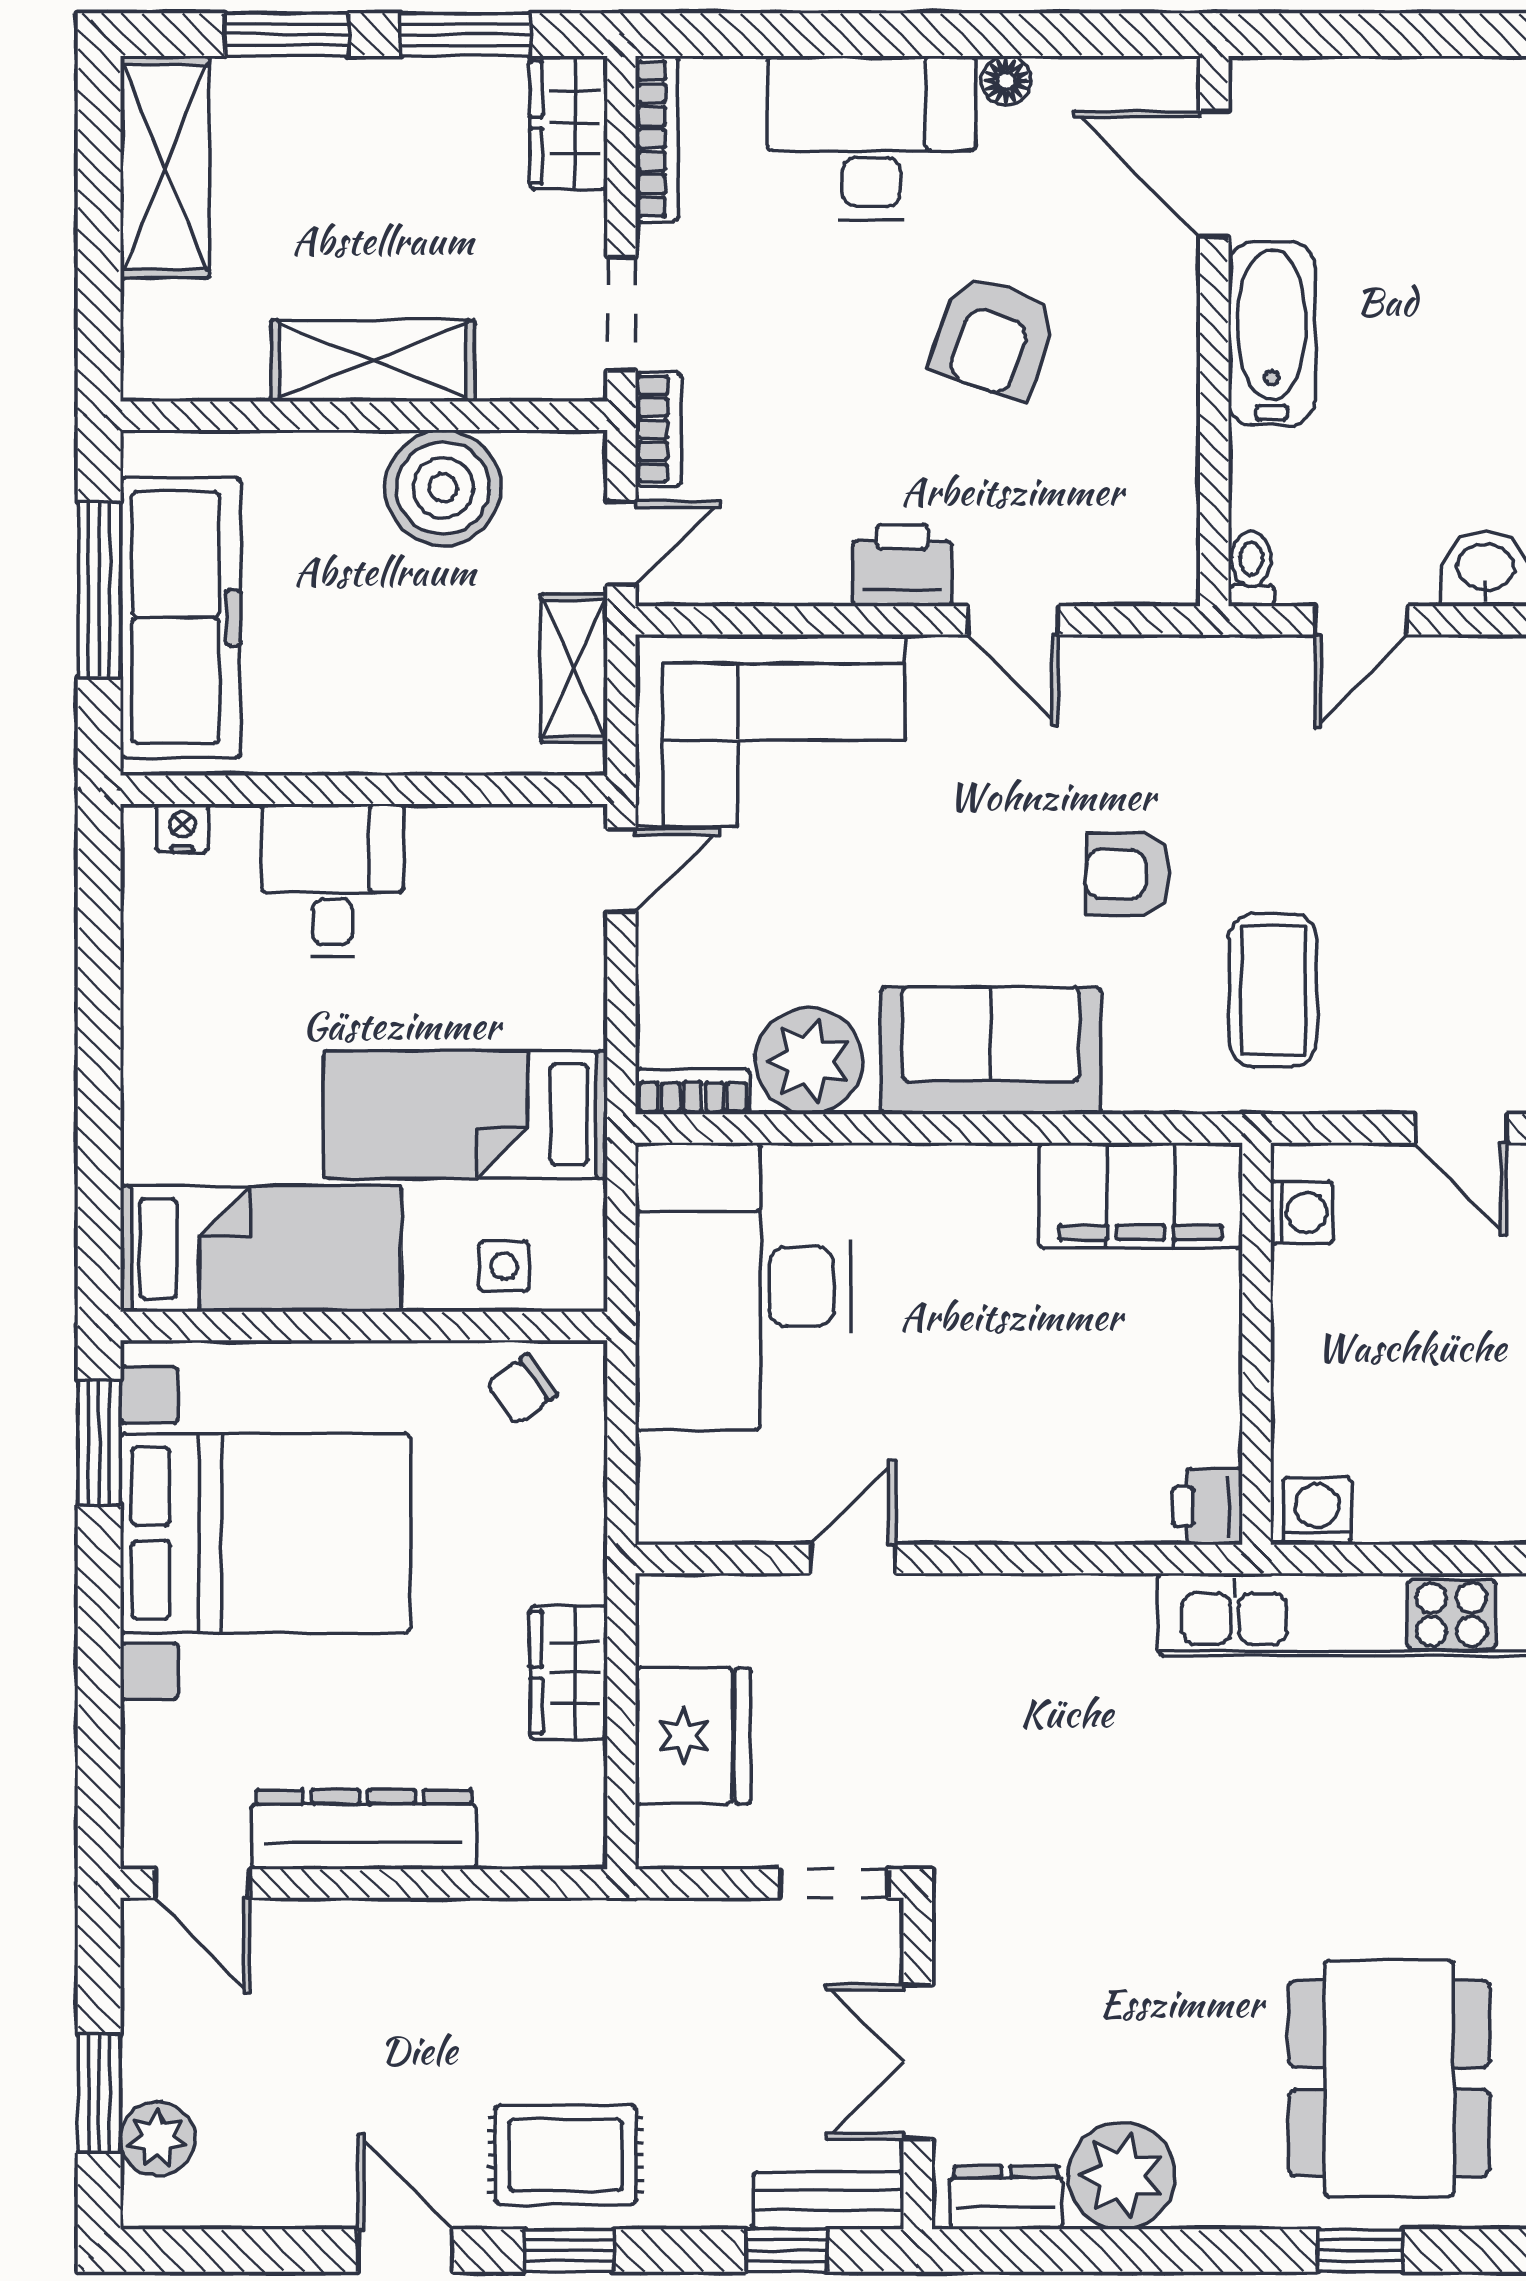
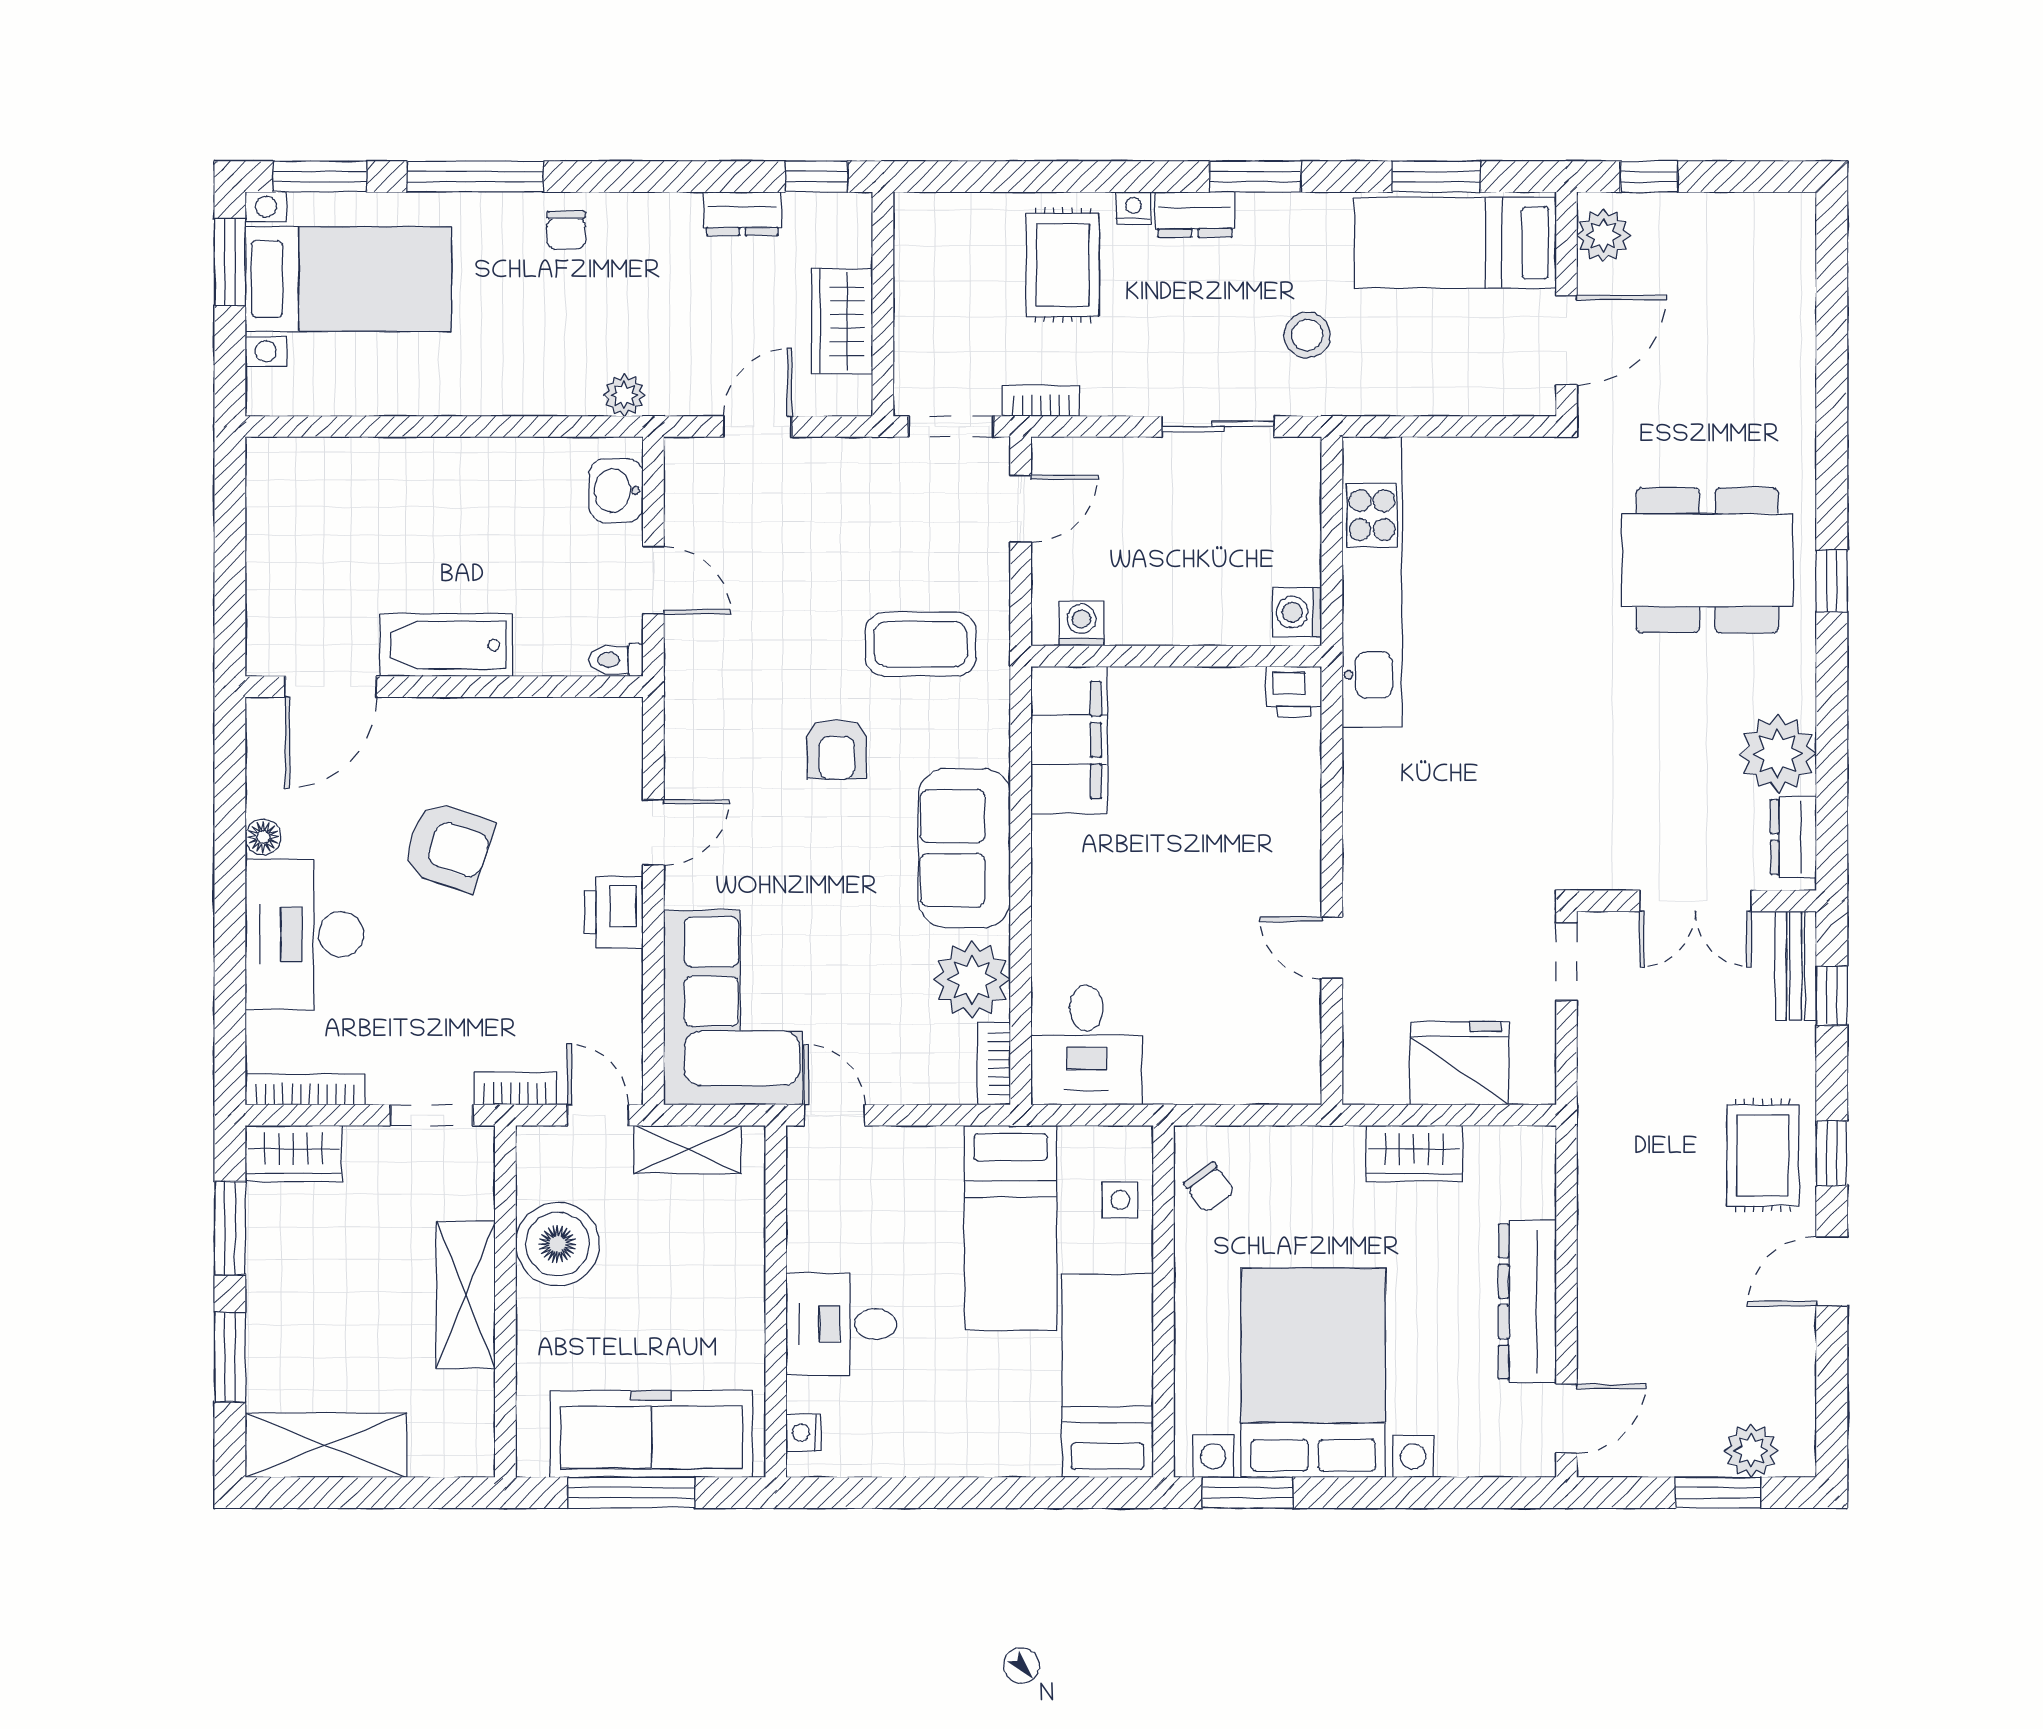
desk: (743, 1286) -> (1086, 1045), width x0.53, depth x0.77

